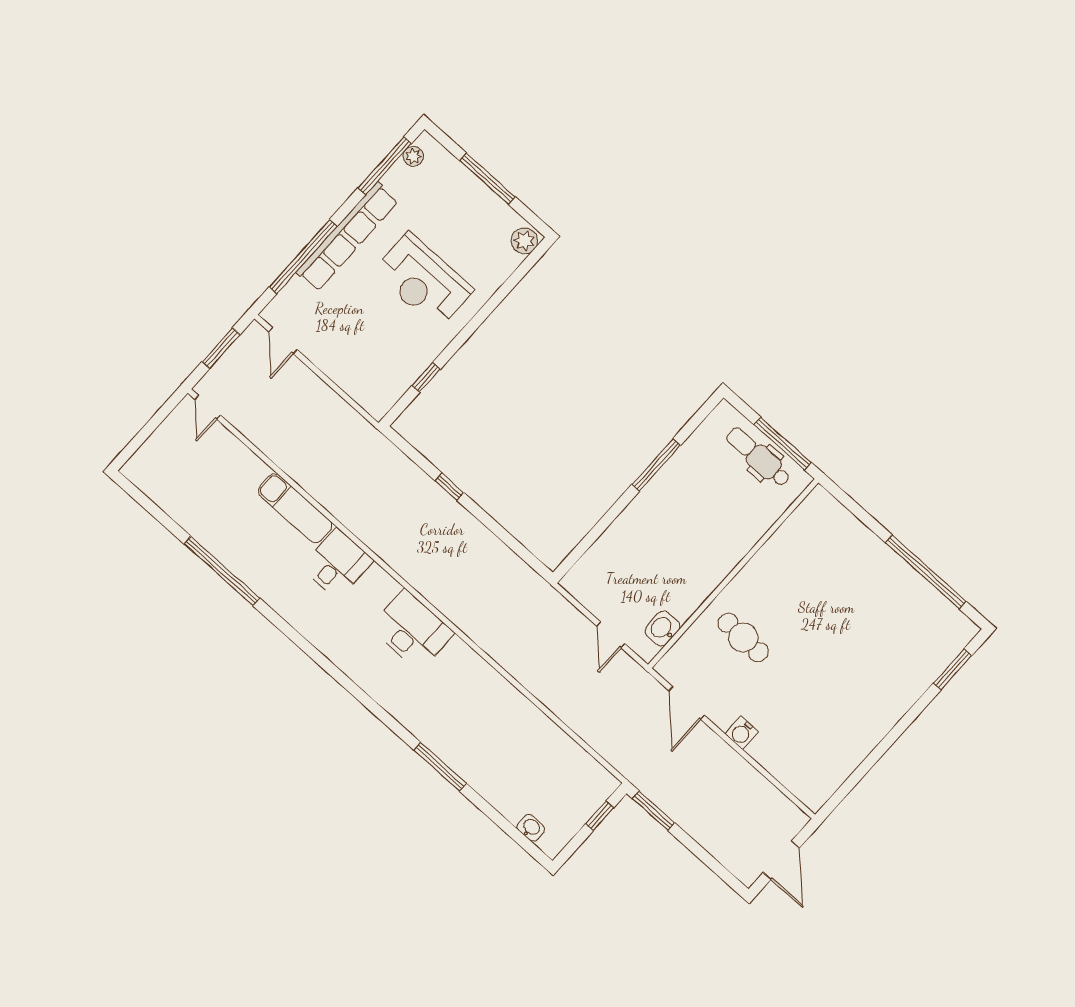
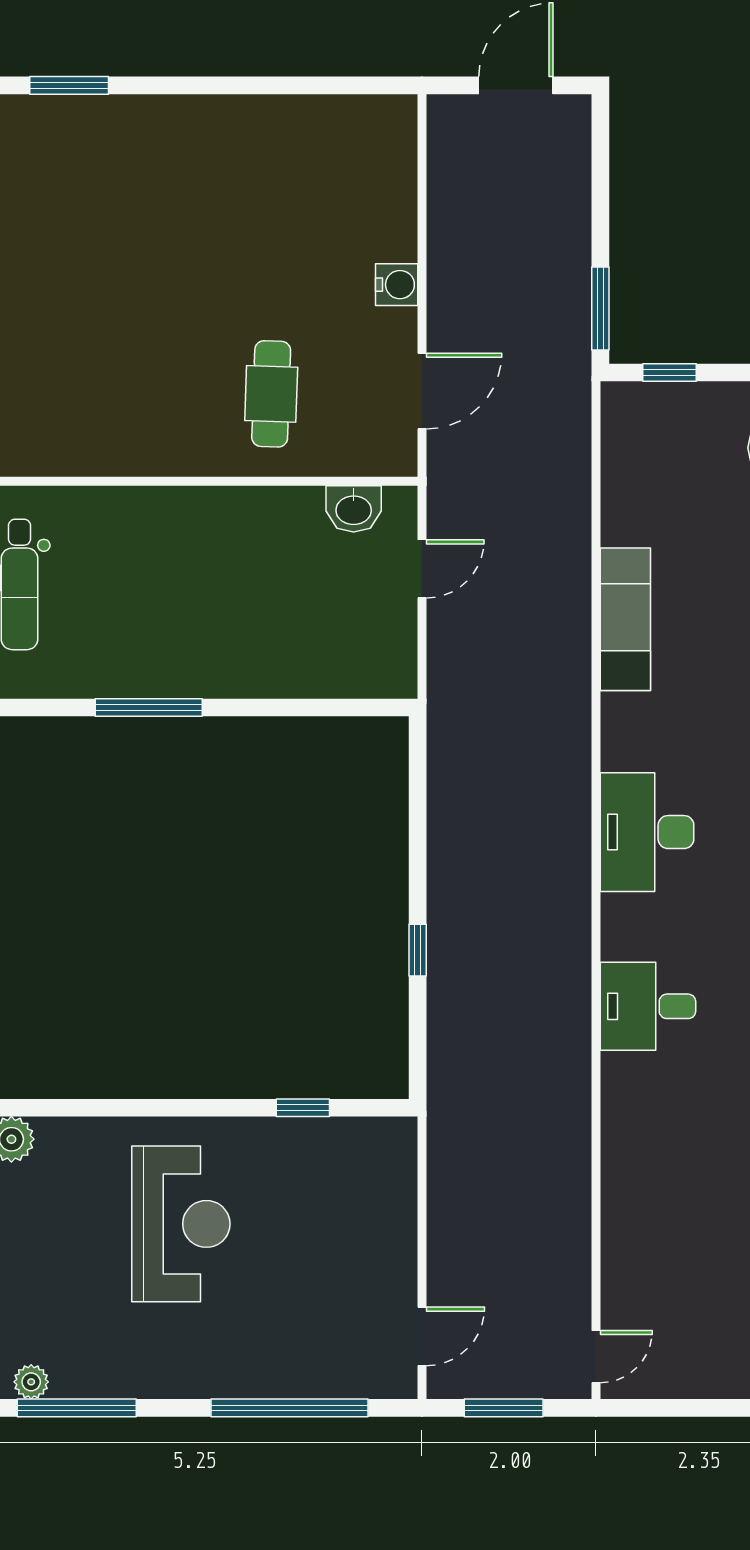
row of seats: (347, 237) -> (212, 1374), removed
exam couch: (295, 508) -> (625, 619), moved

